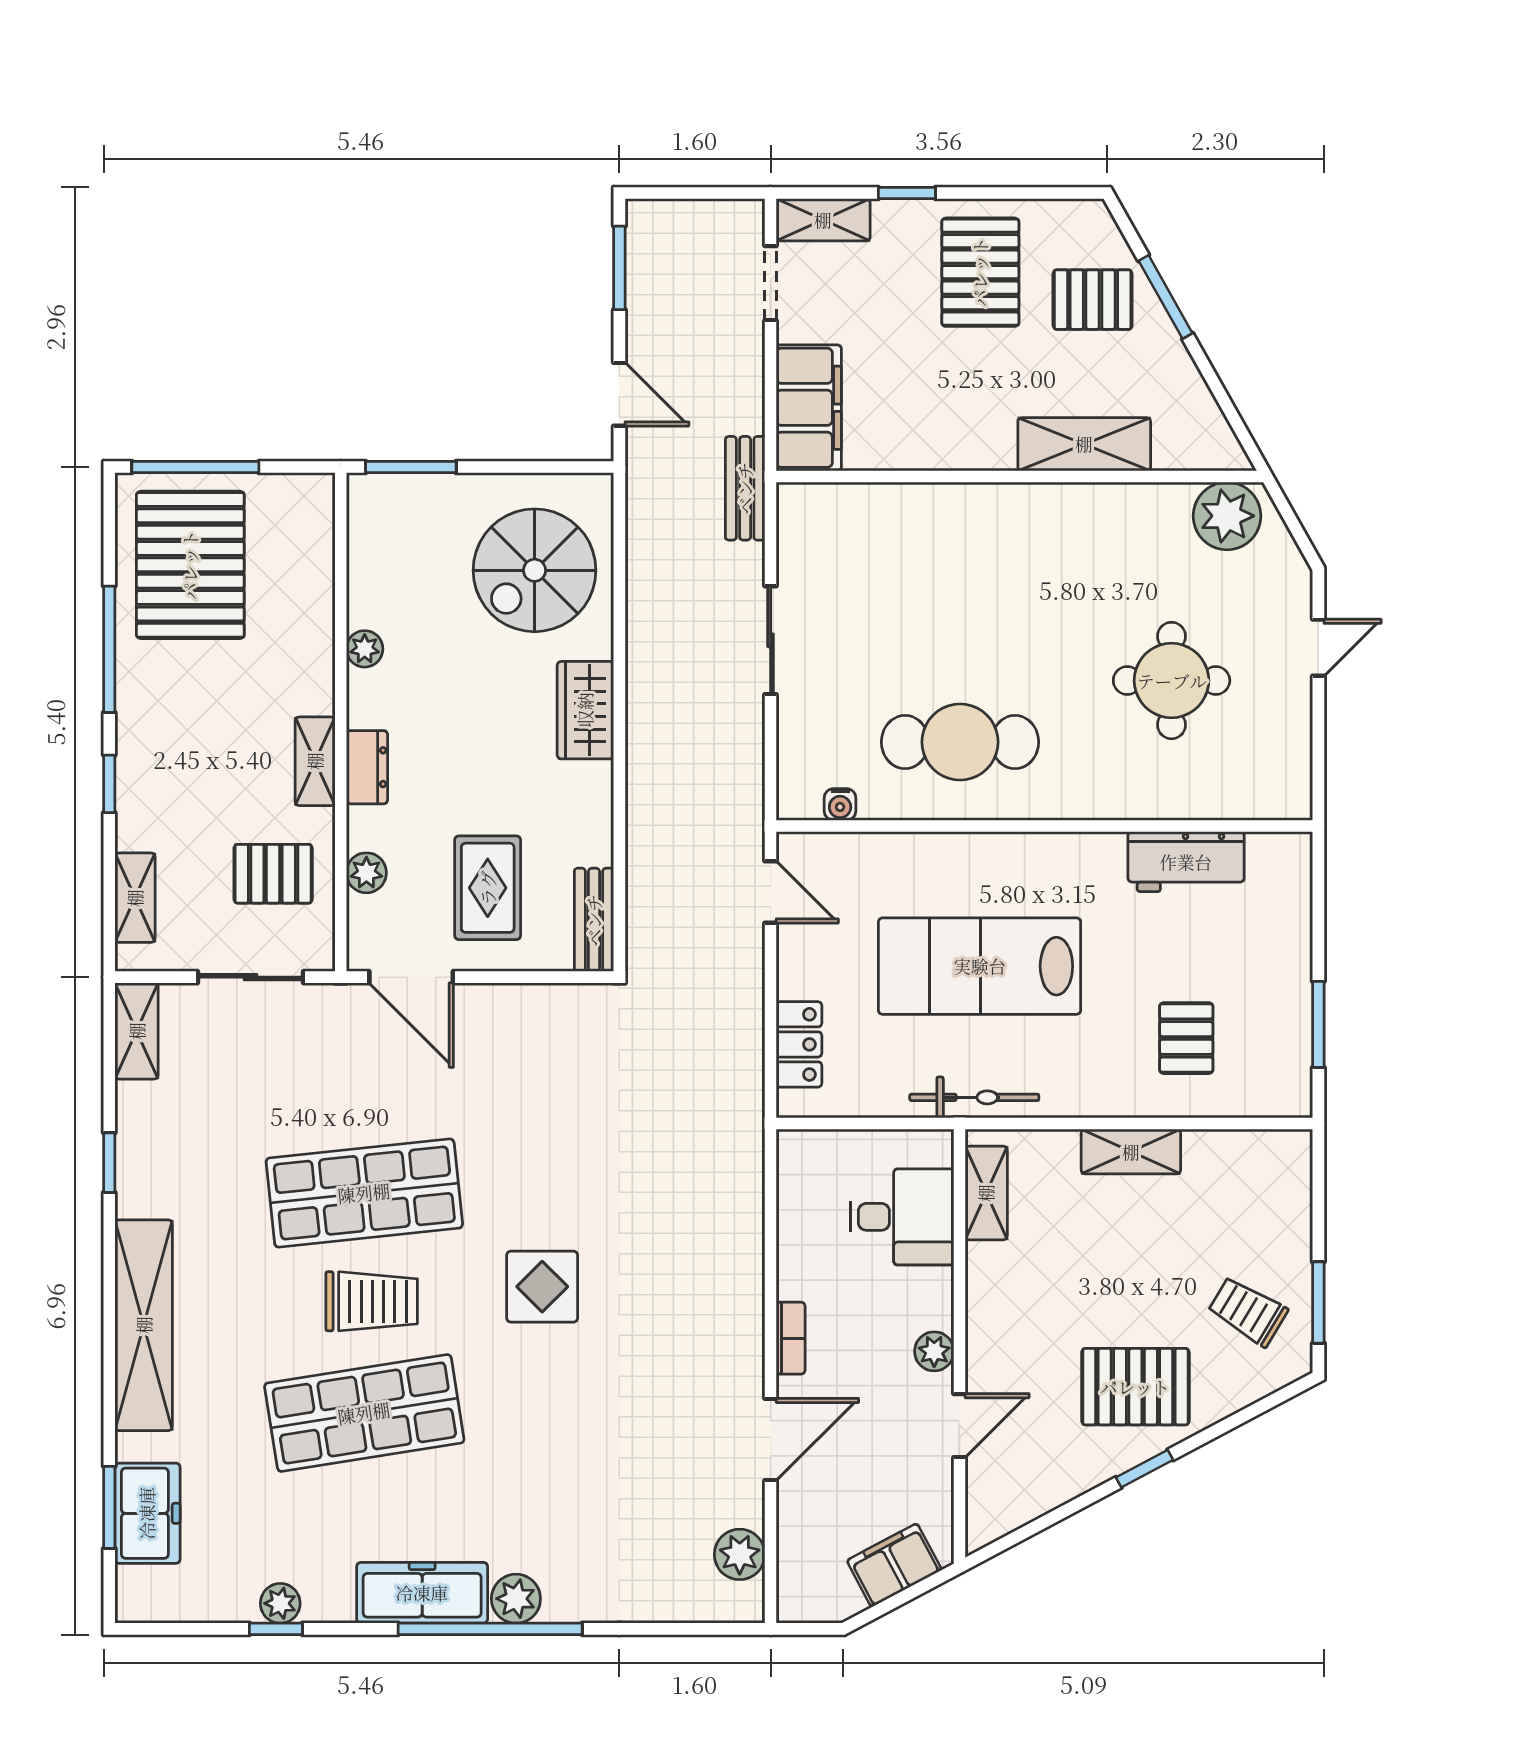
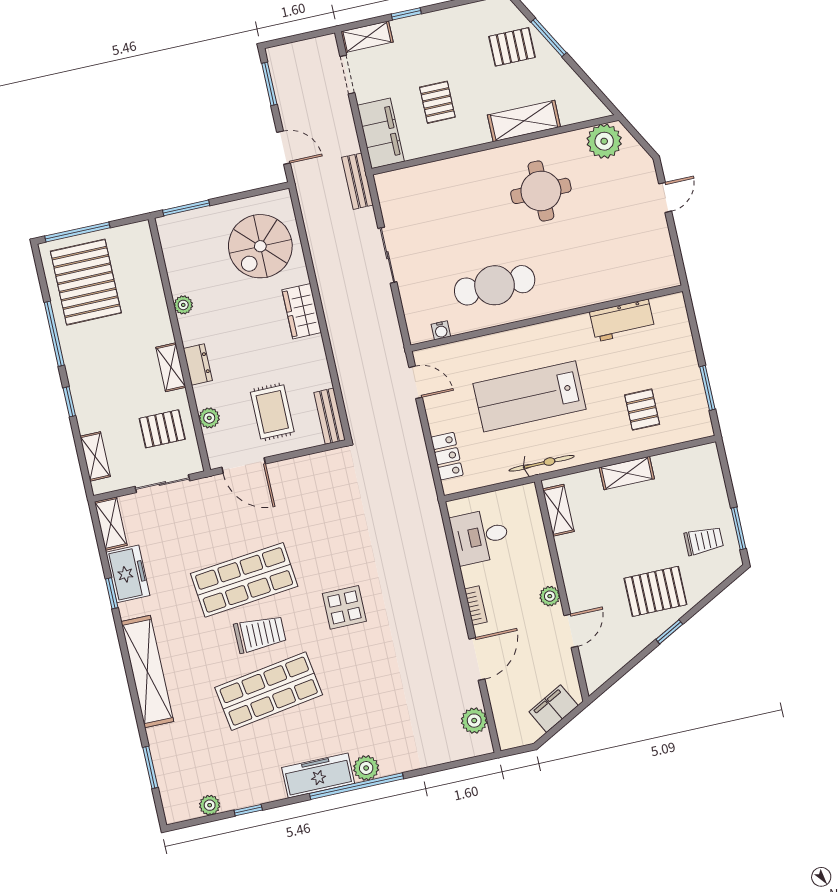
pallet: (980, 272) -> (437, 102), moved, width x0.67, depth x0.71
round table: (1172, 681) -> (541, 191), moved
desk: (902, 1217) -> (480, 536), moved, turned 180
trolley: (1248, 1311) -> (704, 541), turned 149
freezer: (147, 1513) -> (128, 574), moved
plant: (280, 1603) -> (210, 805), moved

